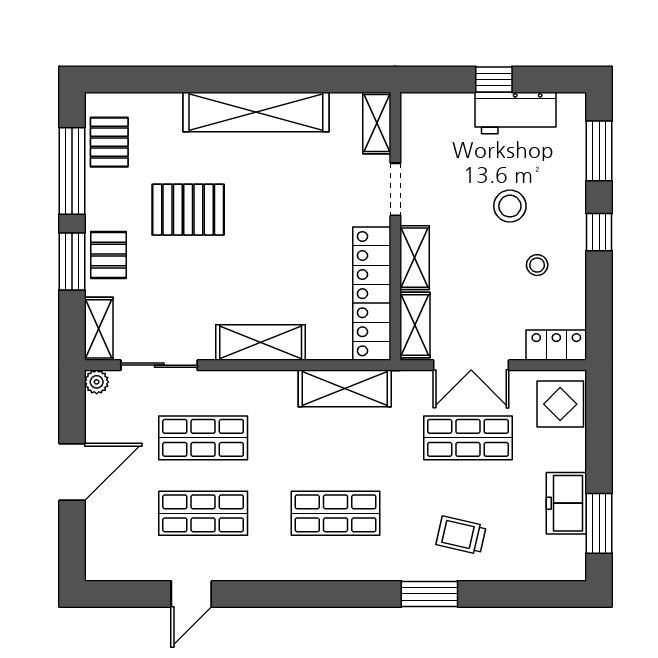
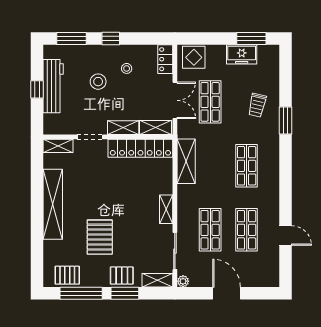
workbench: (516, 113) -> (53, 86), width x1.38
shelving: (261, 343) -> (166, 209), width x0.67, depth x0.75

